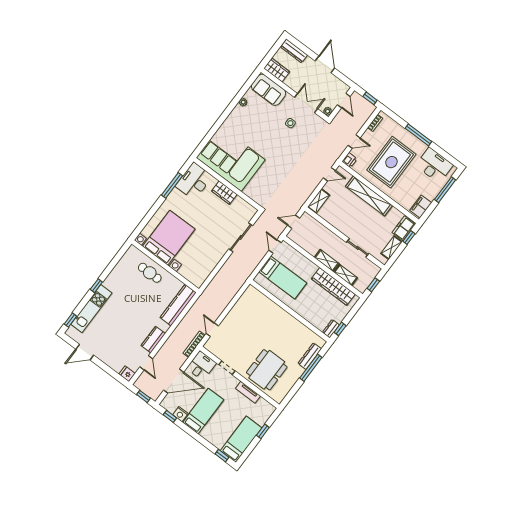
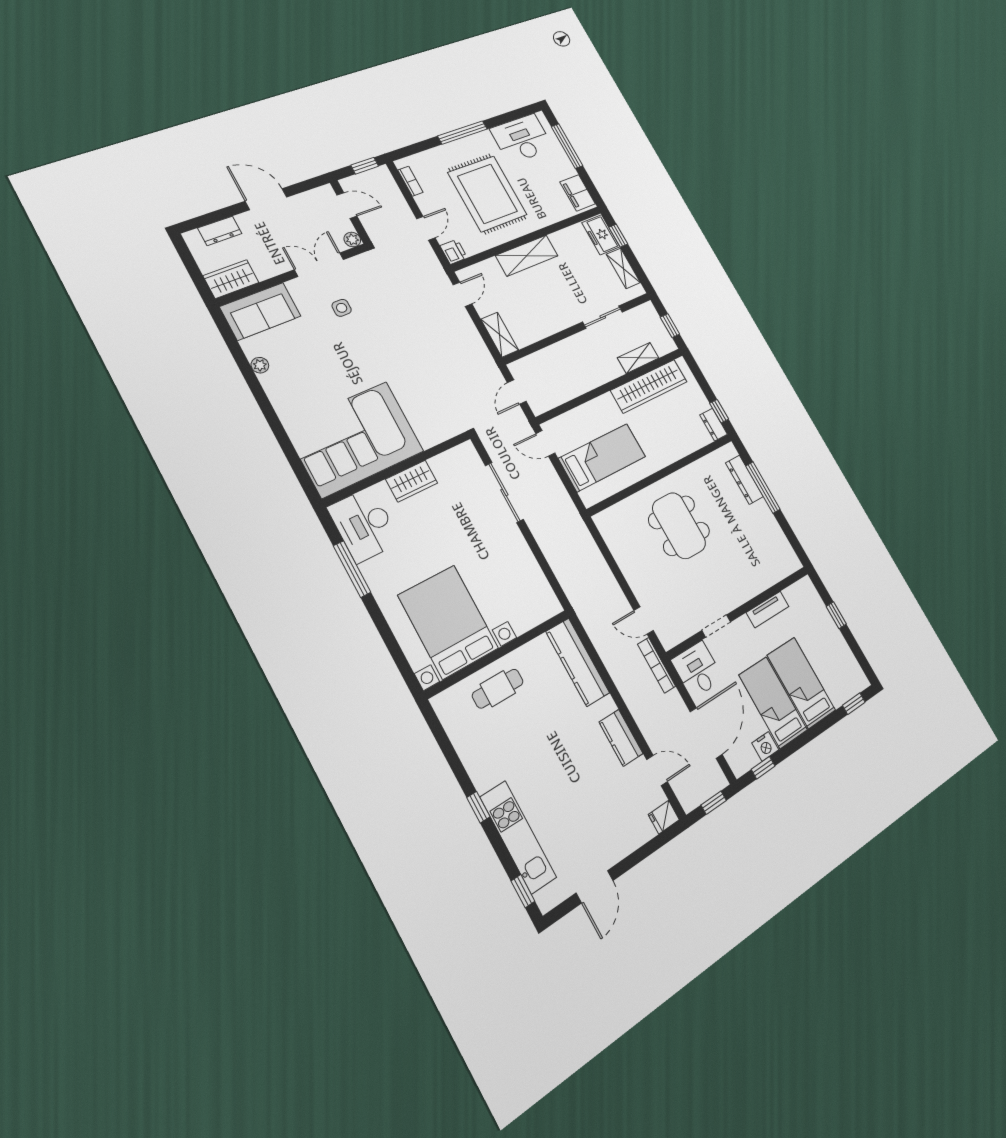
dresser: (294, 51) -> (220, 231), width x0.70
shelving: (369, 196) -> (527, 256), width x0.68
shelving: (327, 260) -> (603, 374), removed
dining table: (267, 370) -> (679, 526), moved
bed: (241, 439) -> (801, 683), moved

